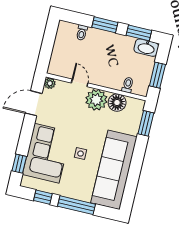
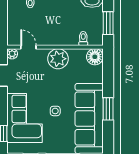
door: (80, 83) -> (28, 47), moved
floor lamp: (117, 103) -> (95, 57), moved
window: (146, 123) -> (108, 109), moved

